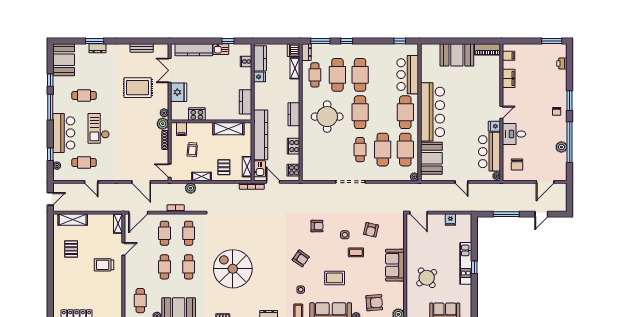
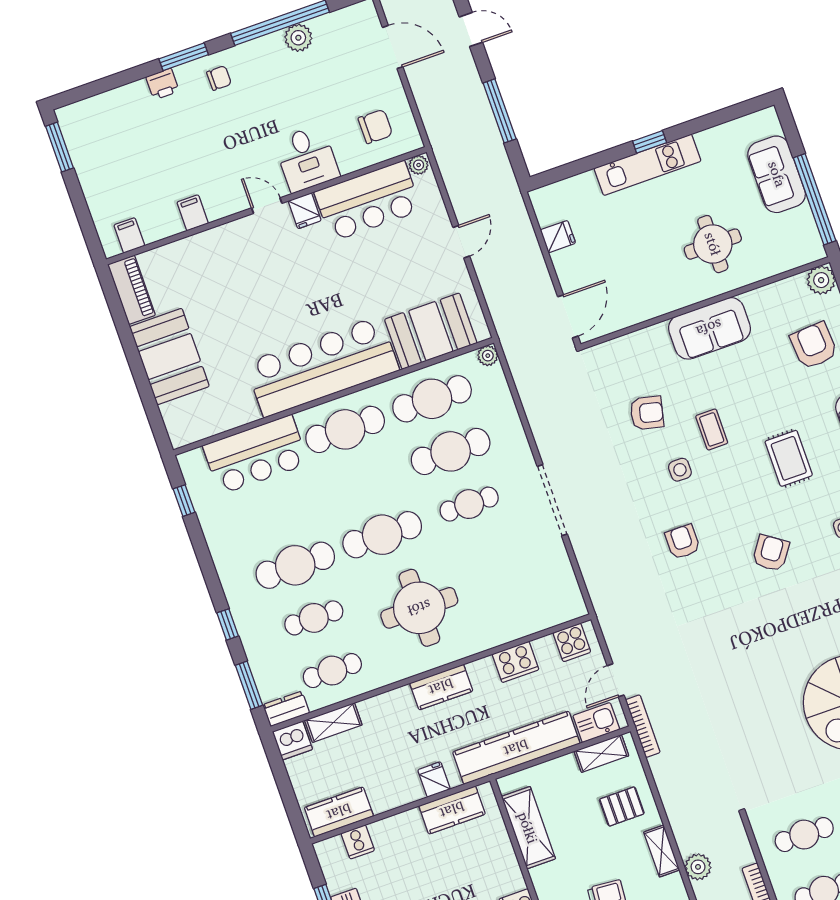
printer: (562, 63) -> (163, 84), moved
cafe table: (337, 75) -> (314, 618), width x0.73, depth x0.74
fridge: (260, 77) -> (434, 779), moved
filing cabinet: (509, 78) -> (193, 213), width x0.50
round table: (427, 278) -> (713, 244), turned 38

